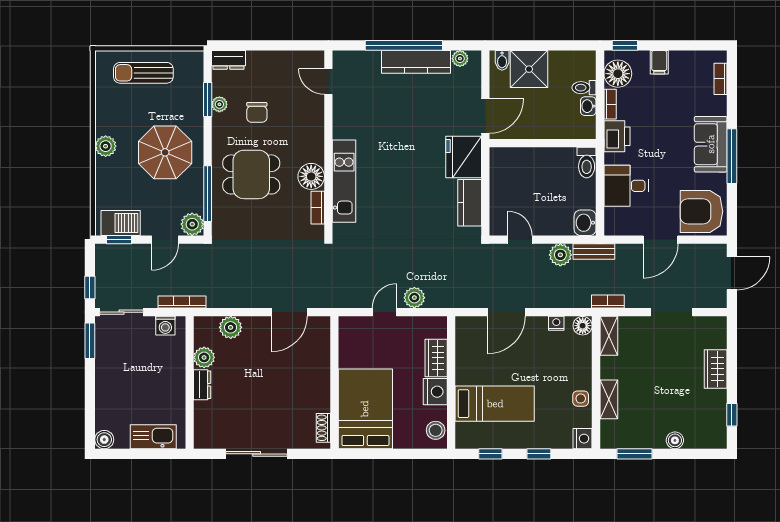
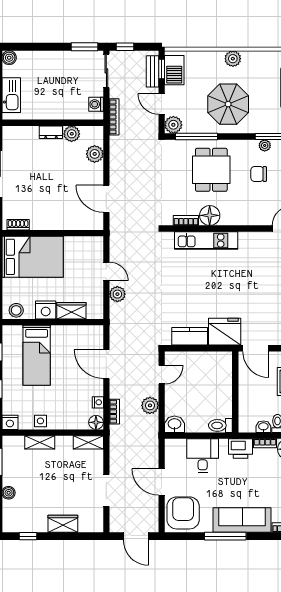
sofa: (711, 144) -> (242, 520), width x1.36
bench: (594, 252) -> (152, 71), moved
bookcase: (608, 301) -> (114, 412), moved

